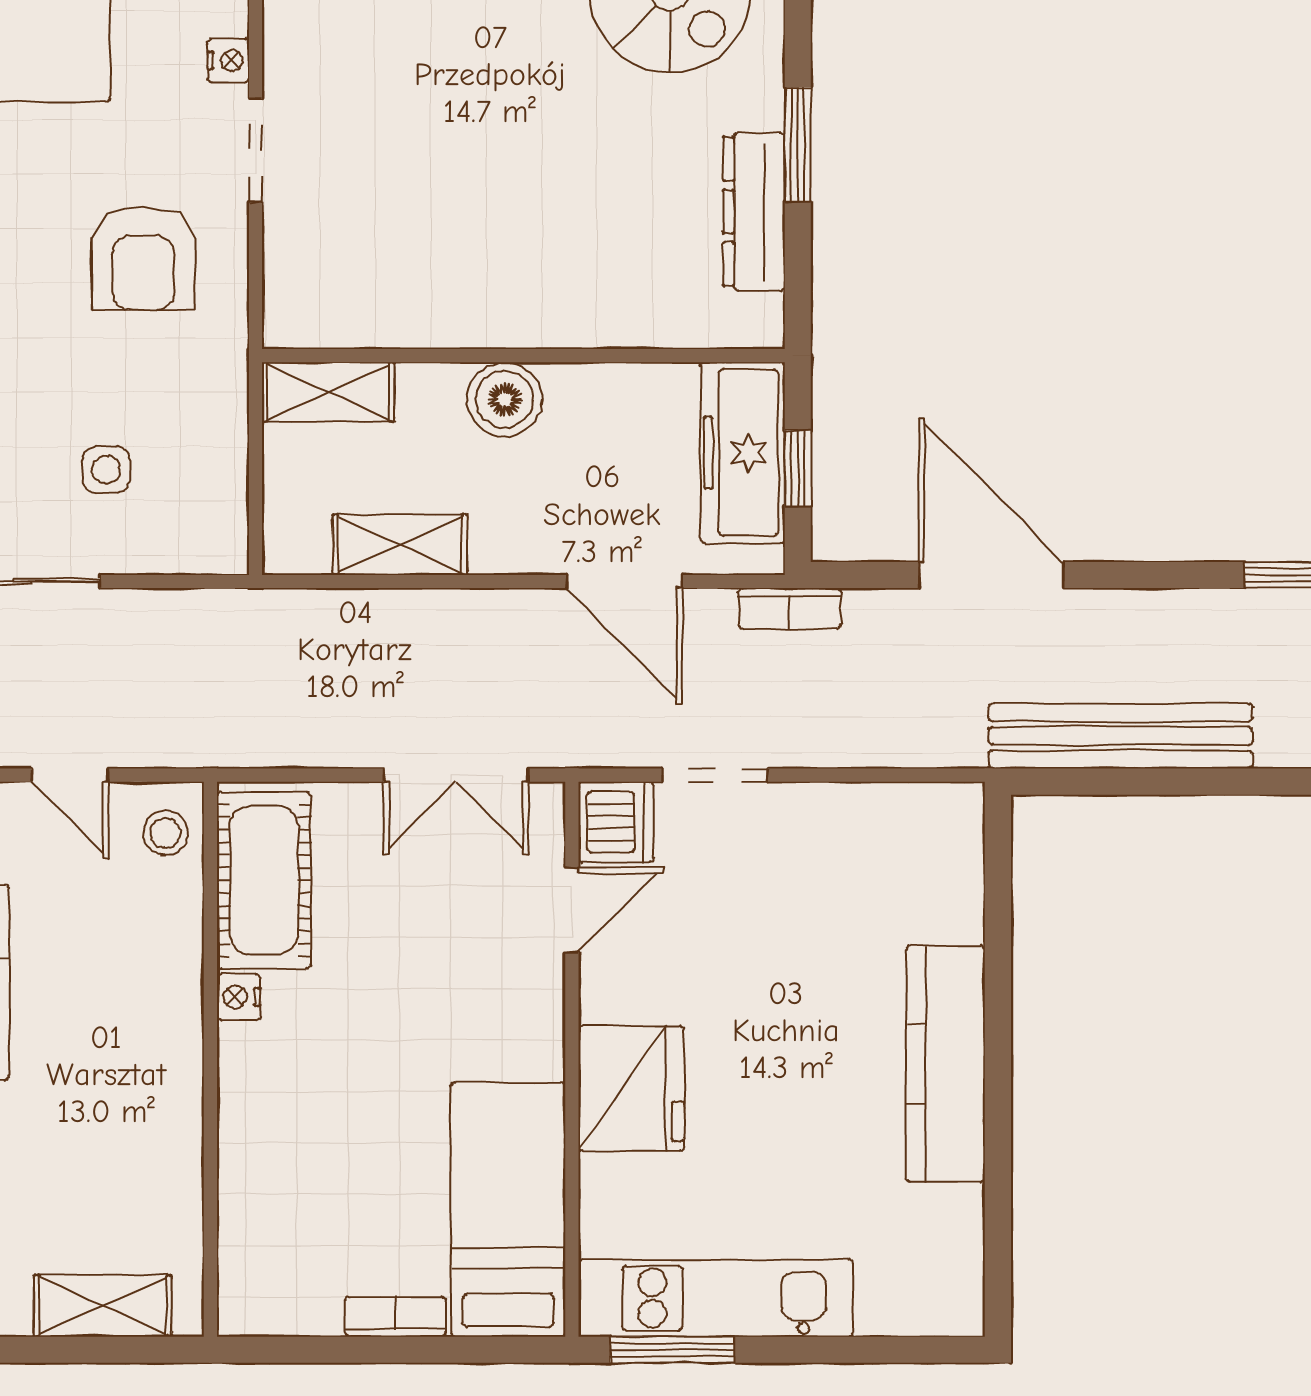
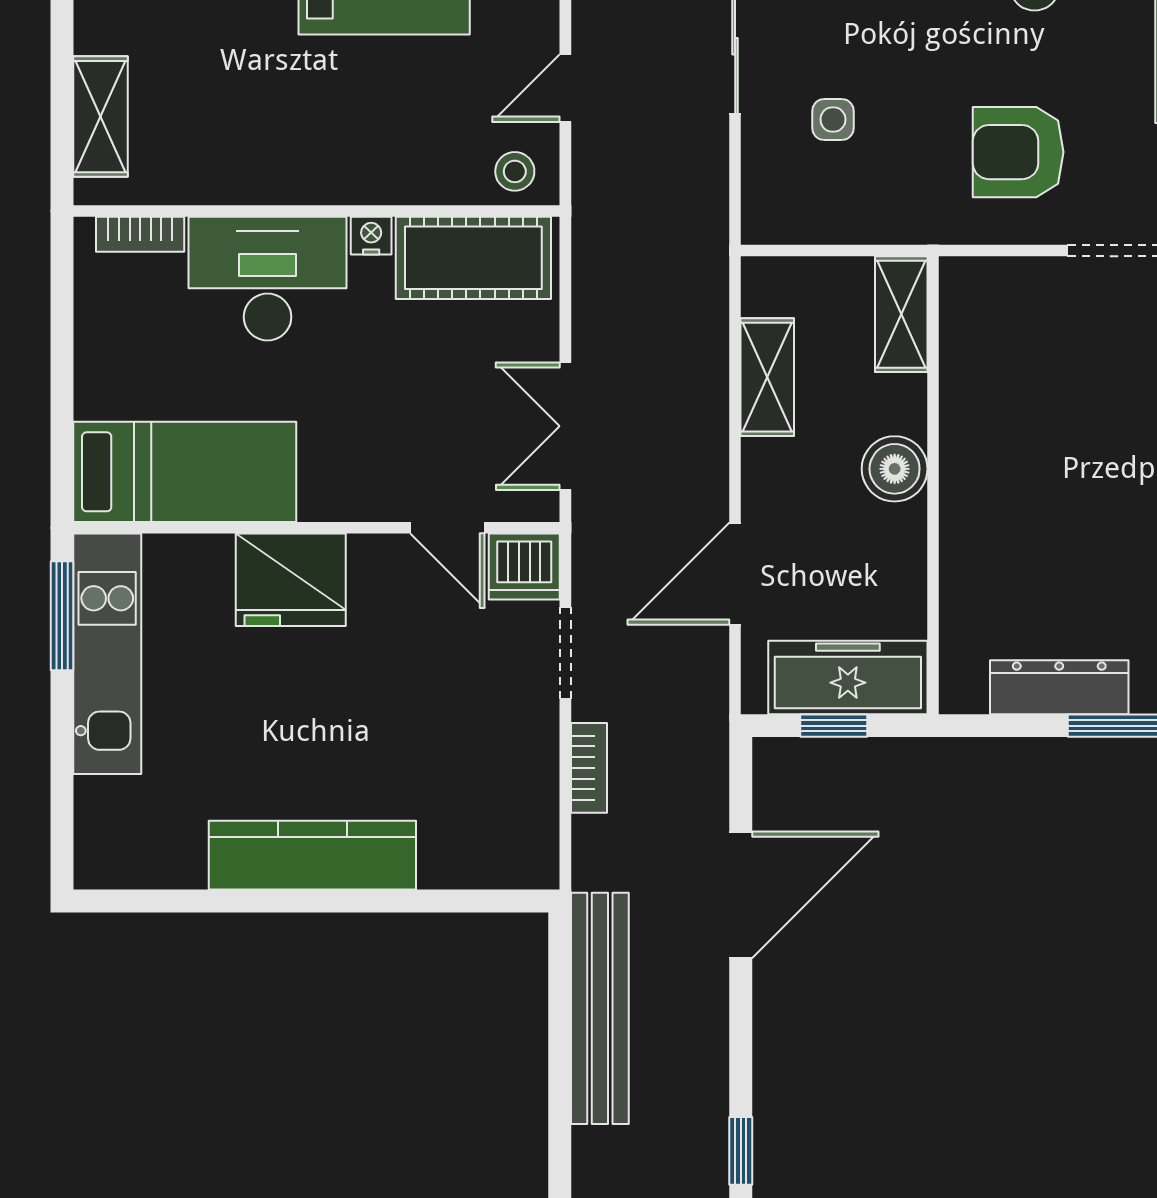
bookcase: (790, 608) -> (589, 768), moved, turned 180
desk: (288, 1115) -> (268, 279), added
bookcase: (395, 1317) -> (140, 234), moved, turned 90

